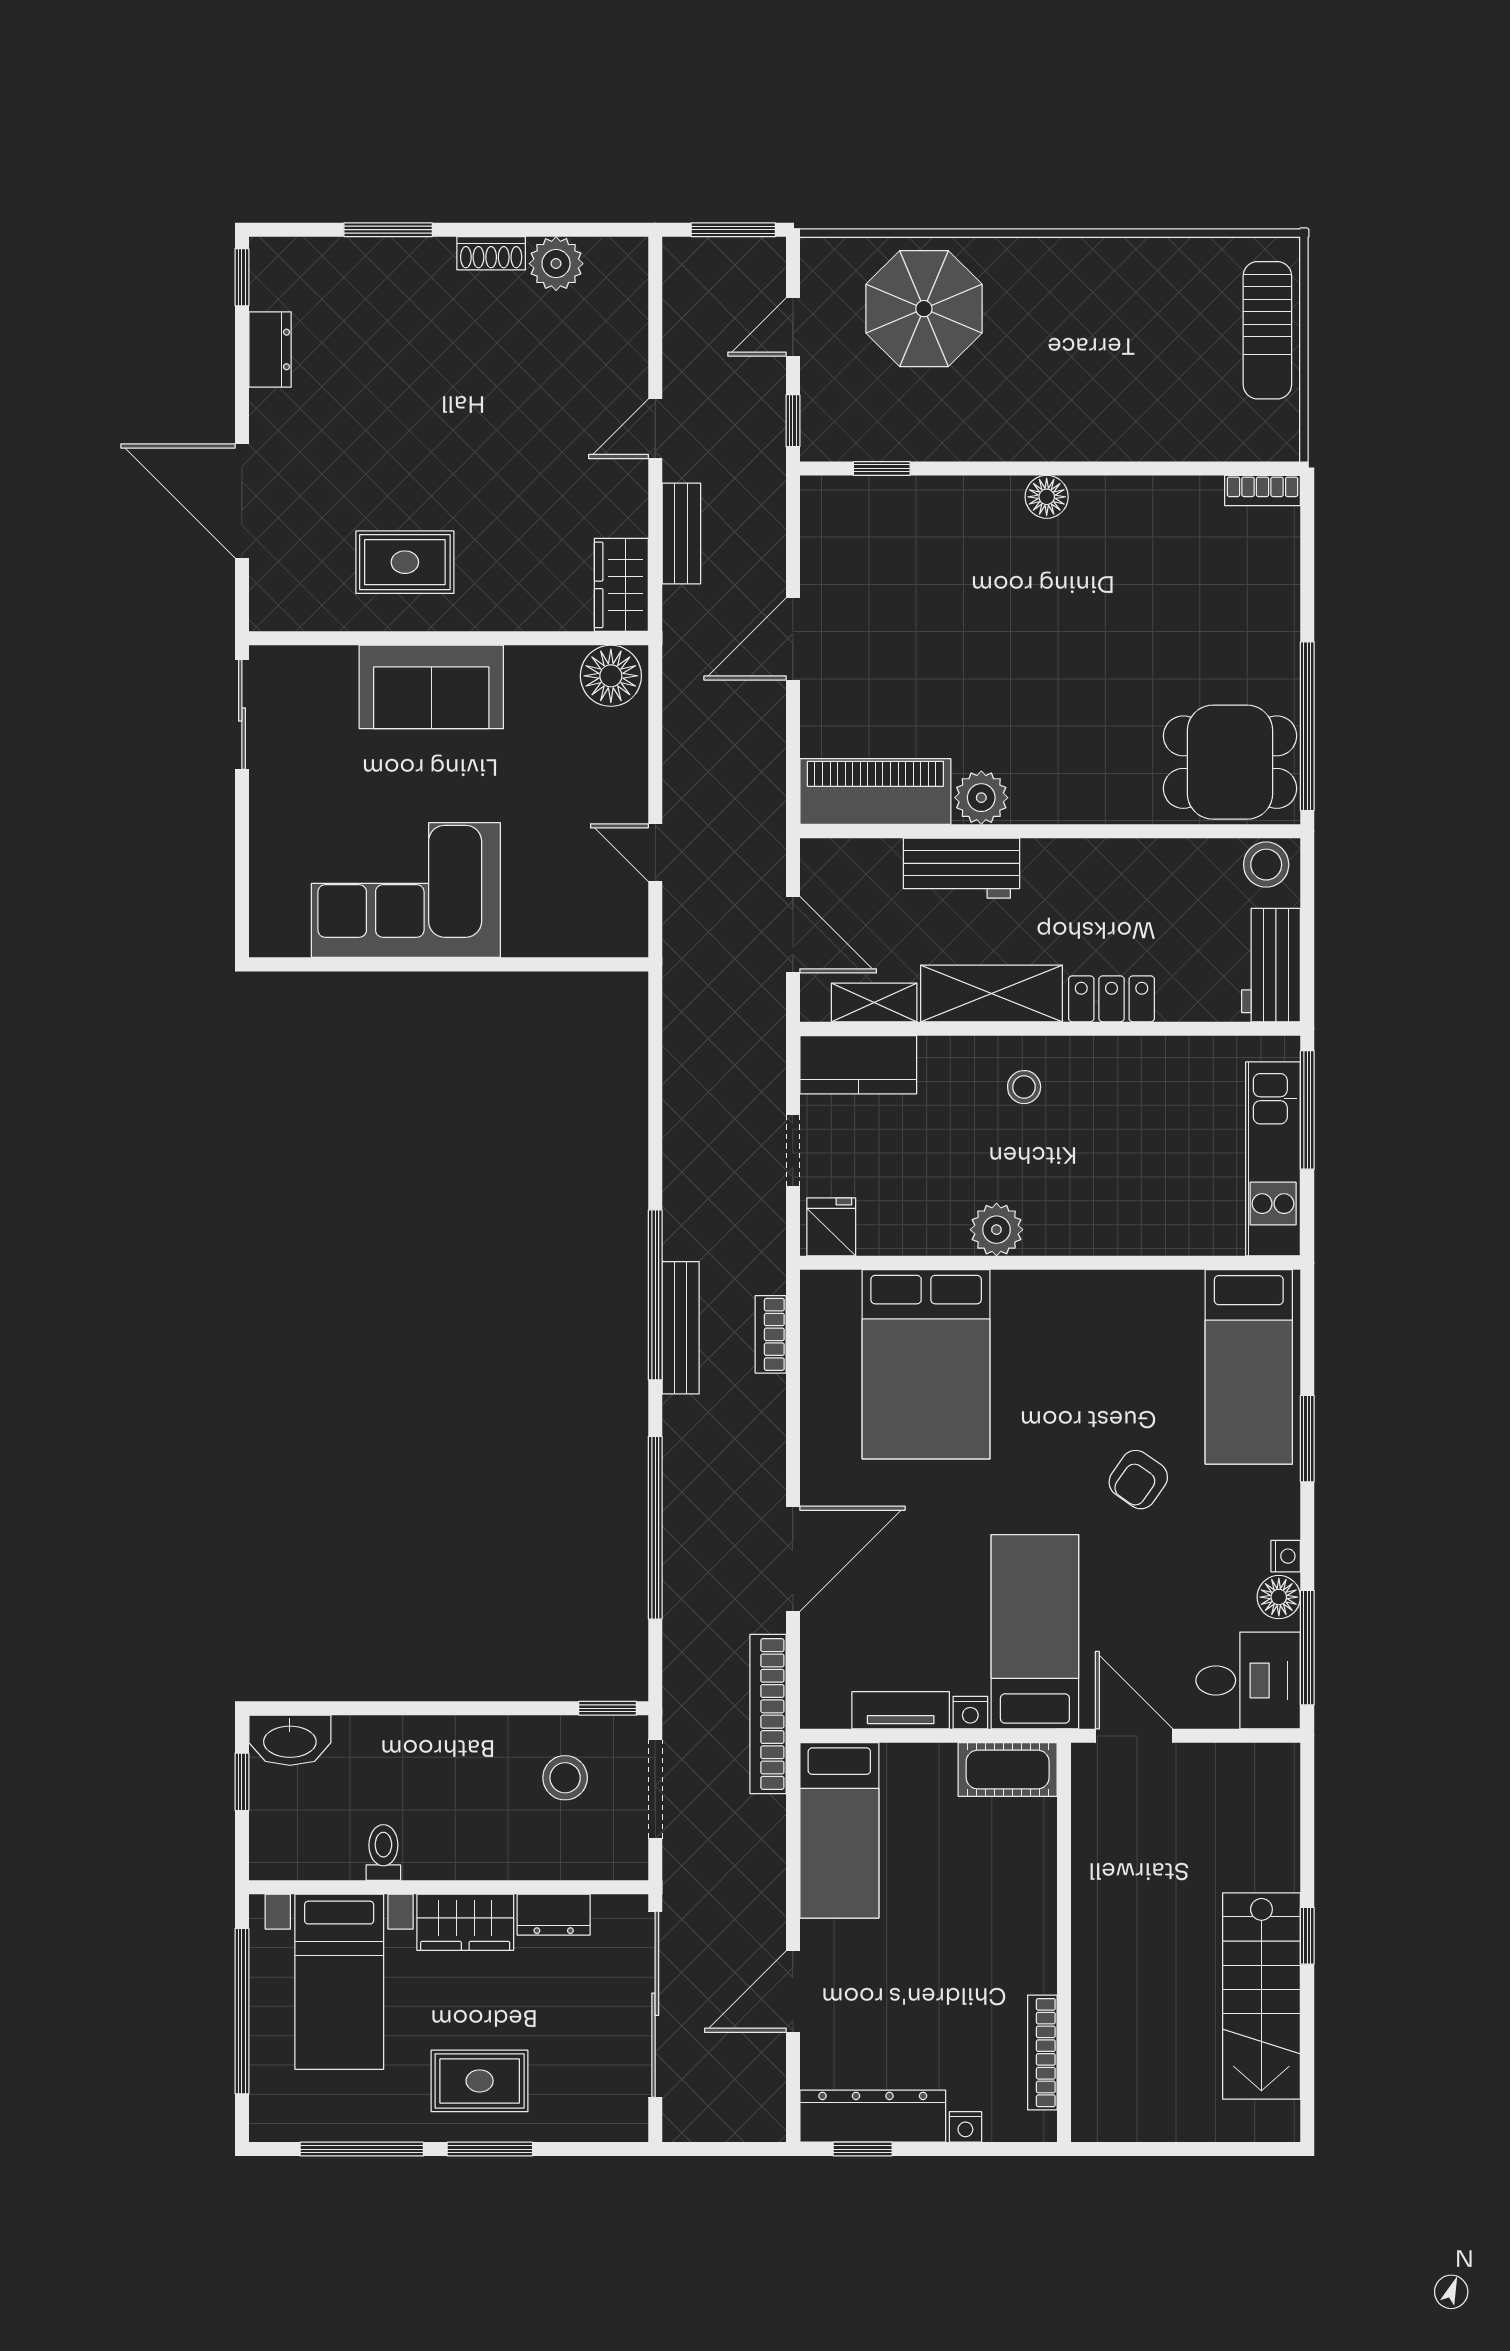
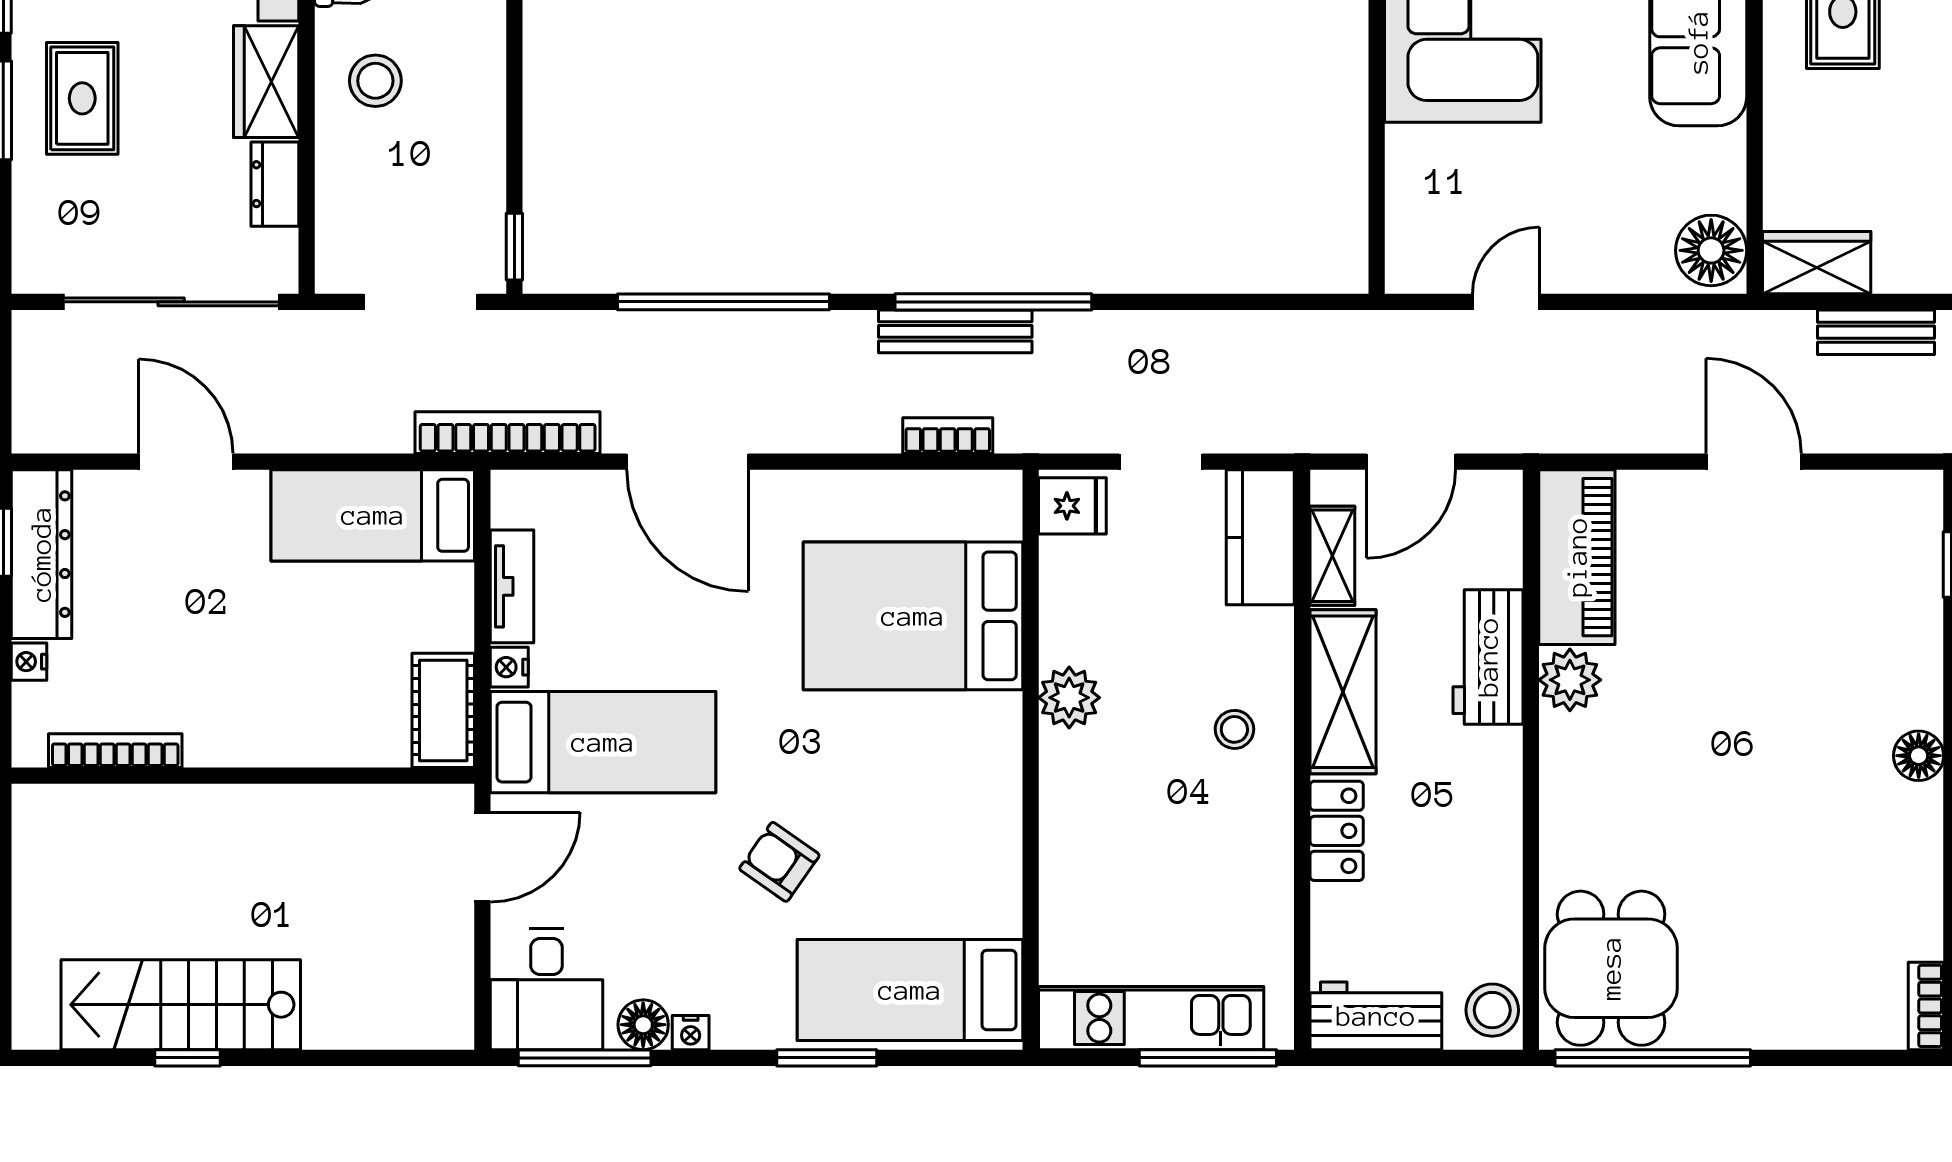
stool: (565, 1778) -> (375, 81), moved
window: (1307, 1936) -> (187, 1058), moved

